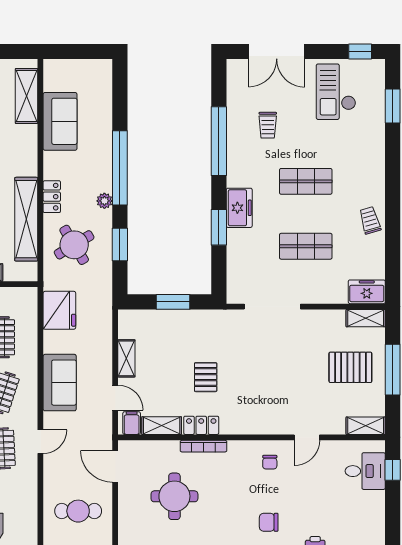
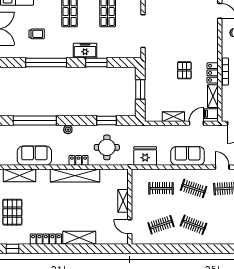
window: (120, 168) -> (35, 121), moved
plant: (104, 201) -> (68, 130), moved
shelving: (26, 219) -> (75, 175), moved
round table: (74, 245) -> (107, 147), turned 31
pallet: (206, 377) -> (184, 70), turned 90

